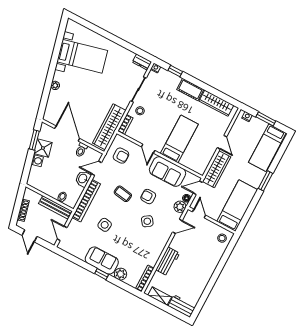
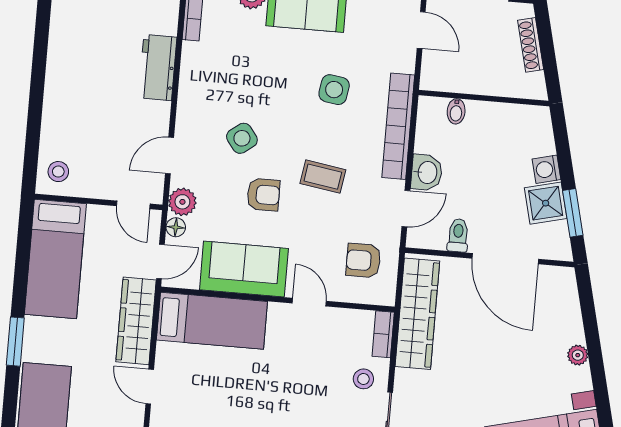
bed: (179, 139) -> (212, 321), moved, turned -90
bench: (55, 207) -> (462, 82), removed

